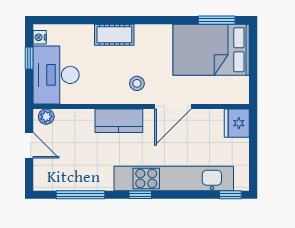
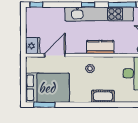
door: (173, 106) -> (55, 55), moved
kitchen unit: (174, 178) -> (99, 14), moved

